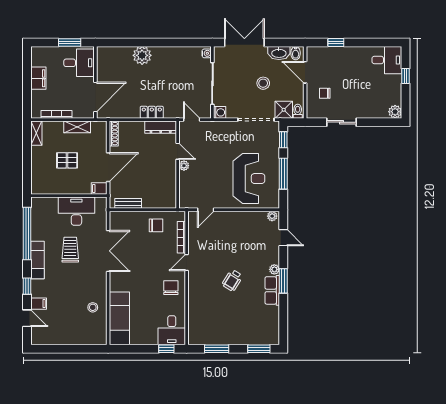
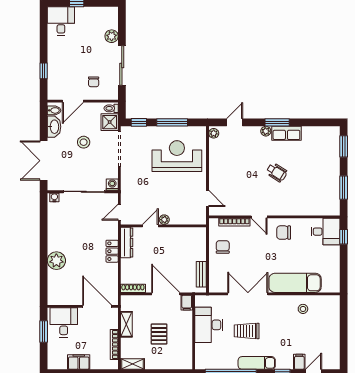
plant: (395, 112) -> (112, 36), moved
sliding door: (342, 122) -> (122, 65), width x1.37
exam couch: (119, 318) -> (295, 283), moved

